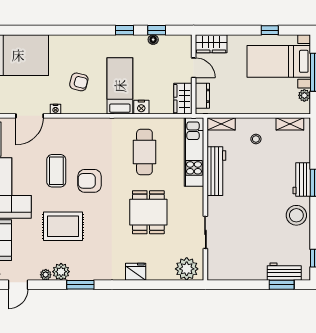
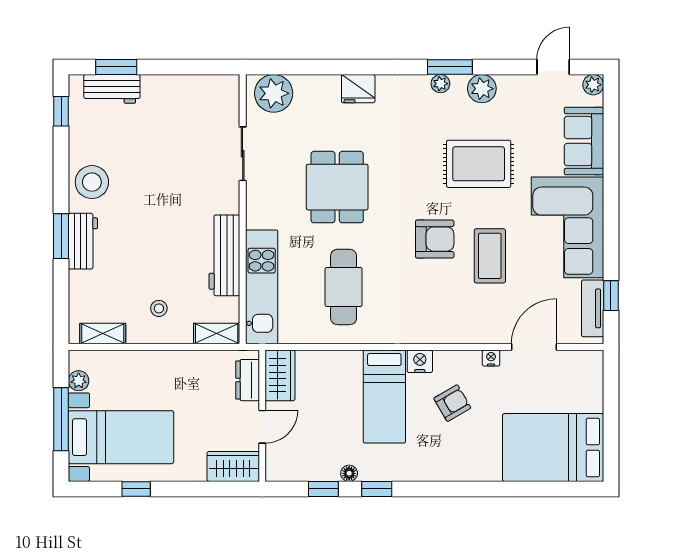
floor lamp: (153, 40) -> (349, 473), moved
door: (194, 68) -> (262, 427), swing flipped
armchair: (79, 82) -> (452, 403), turned 136
nightstand: (141, 107) -> (420, 361), moved
plant: (46, 275) -> (440, 84), moved

